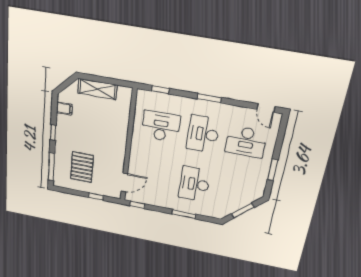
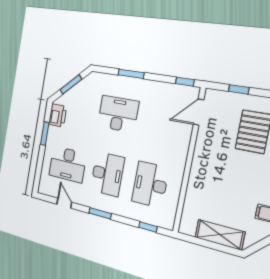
door: (266, 108) -> (64, 203), moved
desk: (161, 126) -> (150, 185), turned 90
desk: (246, 142) -> (68, 164), turned 180
desk: (194, 184) -> (118, 114), turned -90
printer: (257, 185) -> (58, 115), added

